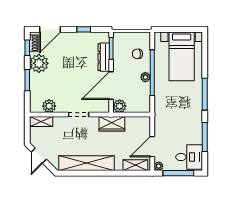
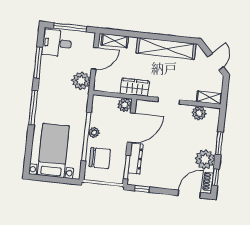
window: (84, 29) -> (142, 189), moved
chair: (137, 54) -> (100, 158), width x1.87, depth x1.87
plant: (159, 166) -> (81, 81), moved, width x1.88, depth x1.88

